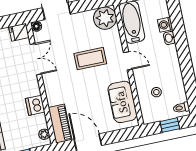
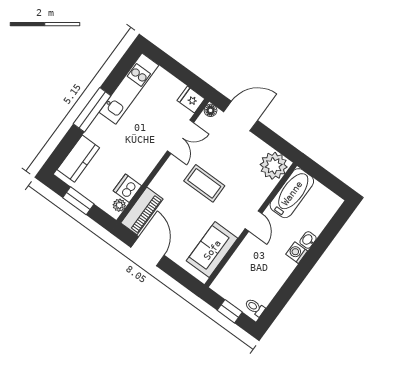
washing machine: (165, 25) -> (297, 253), moved
coffee table: (90, 59) -> (204, 183), moved
stool: (156, 92) -> (249, 272), removed
dishwasher: (35, 105) -> (127, 188), moved

